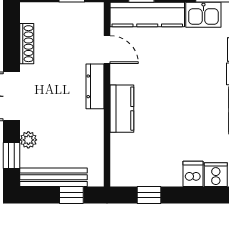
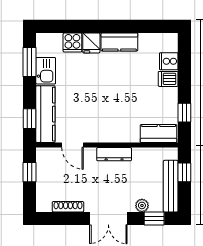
door: (107, 50) -> (73, 145), swing flipped
dresser: (95, 86) -> (114, 154), moved
kitchen counter: (122, 109) -> (159, 134), moved

